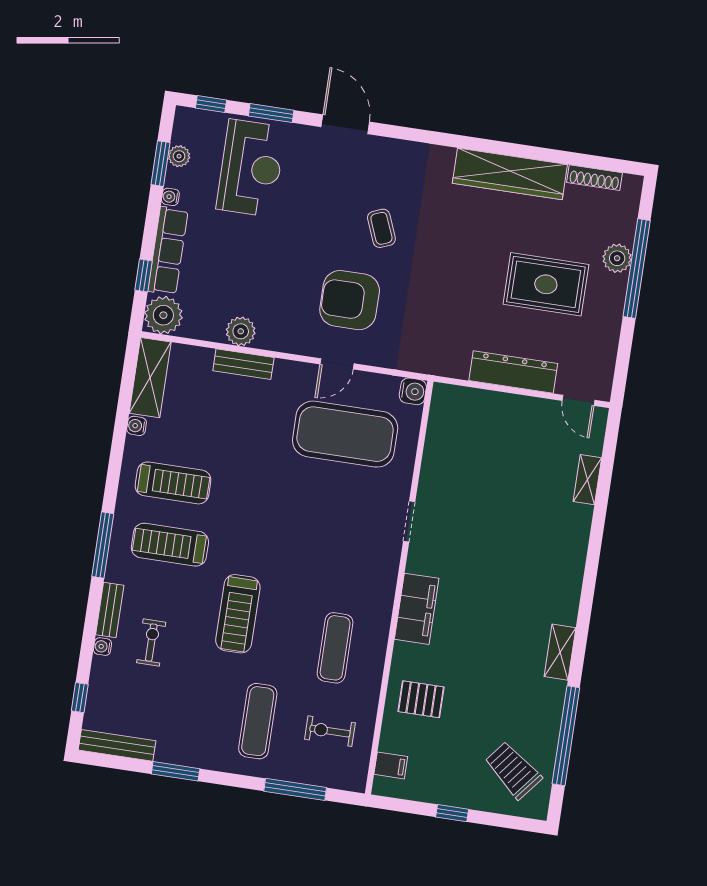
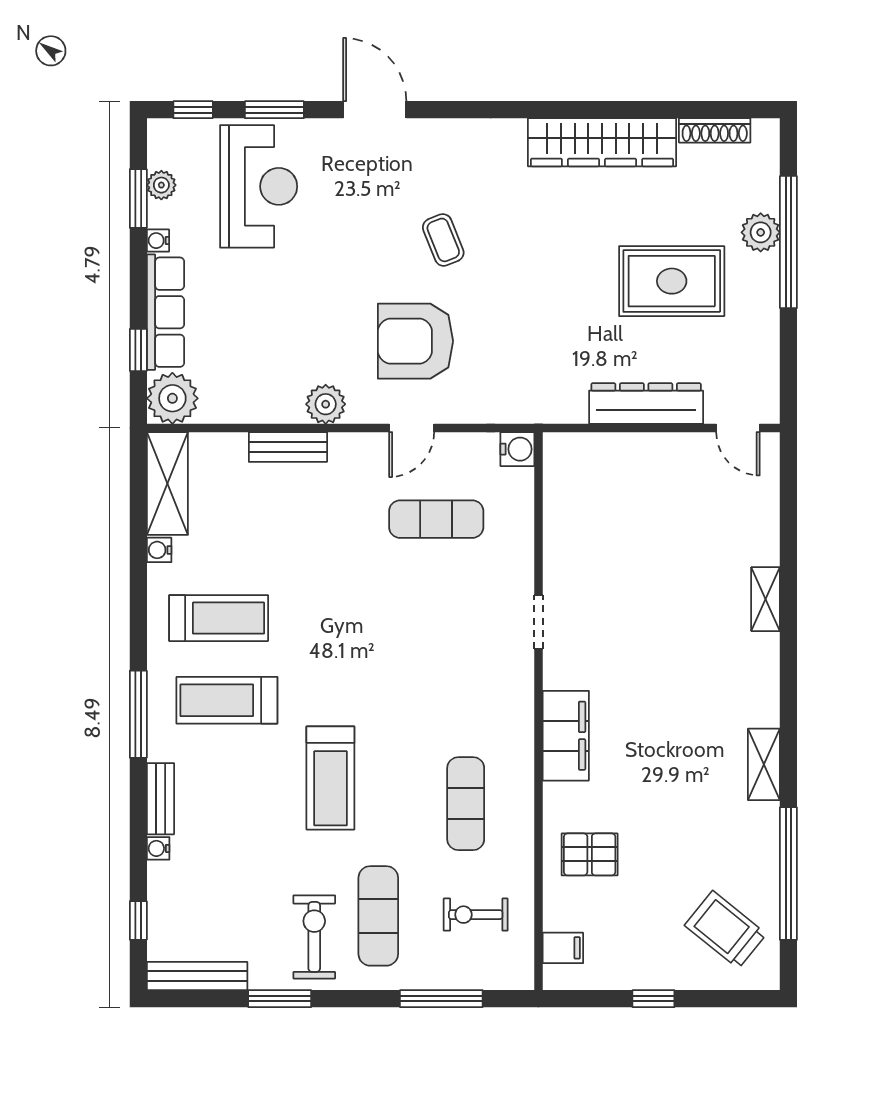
plant: (241, 331) -> (326, 404), moved
exercise mat: (345, 434) -> (436, 519), width x0.50, depth x0.69
shelving: (587, 480) -> (766, 599), moved
exercise bike: (151, 643) -> (314, 937), moved, width x1.38, depth x1.39

